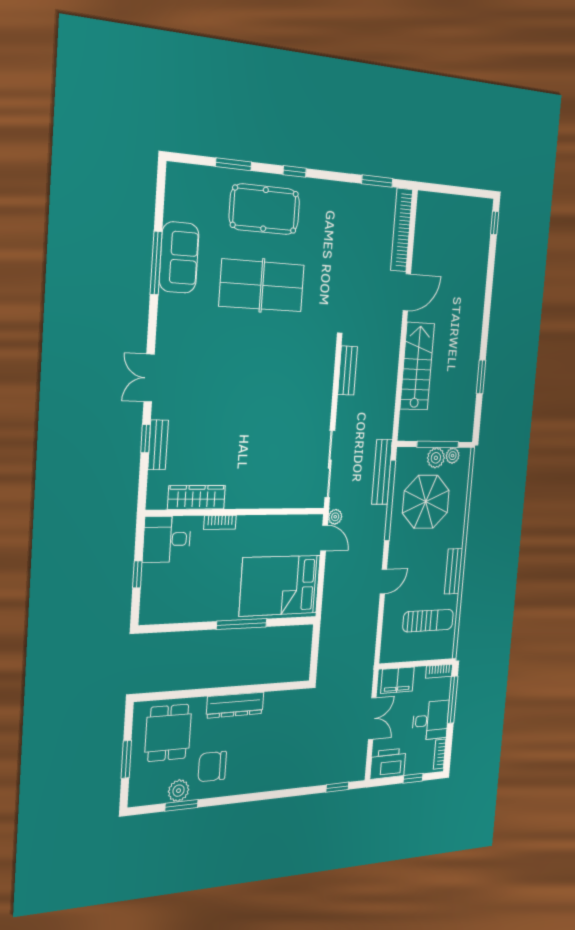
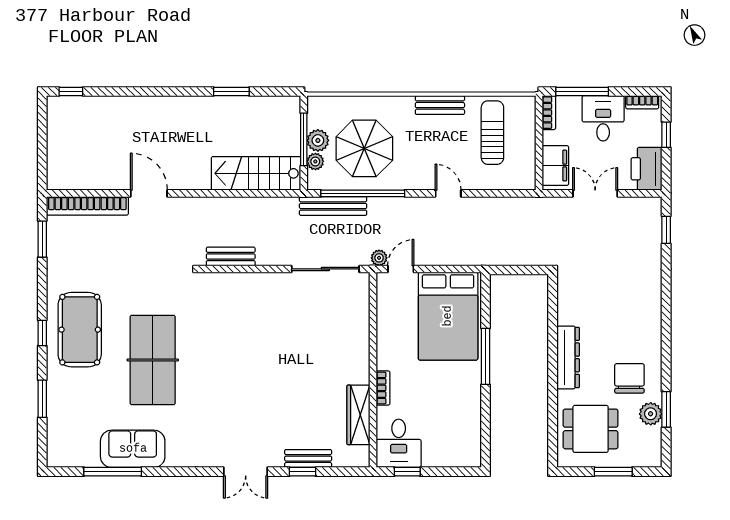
pool table: (264, 209) -> (80, 330), moved
window: (156, 263) -> (113, 472), moved
stairs: (417, 366) -> (256, 173), moved
plant: (453, 456) -> (315, 161), moved
window: (137, 574) -> (407, 472), moved
chair: (212, 767) -> (629, 378), turned 180

